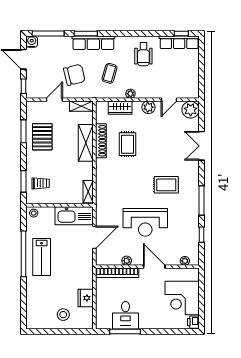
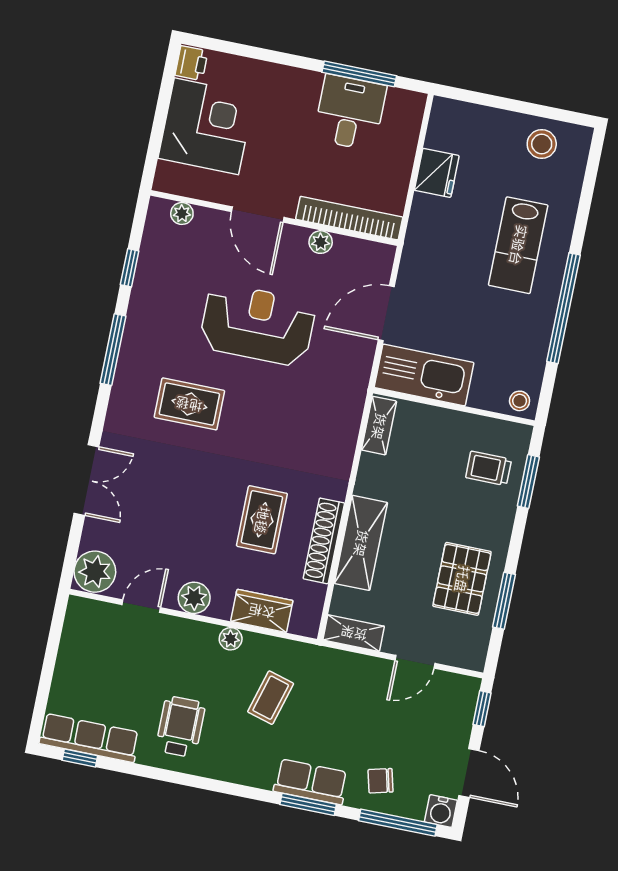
row of seats: (93, 43) -> (311, 782), width x0.68
chair: (74, 75) -> (381, 781), moved, width x0.54, depth x0.54
lab bench: (42, 257) -> (518, 245), moved, turned 180
stool: (63, 315) -> (542, 144), moved

